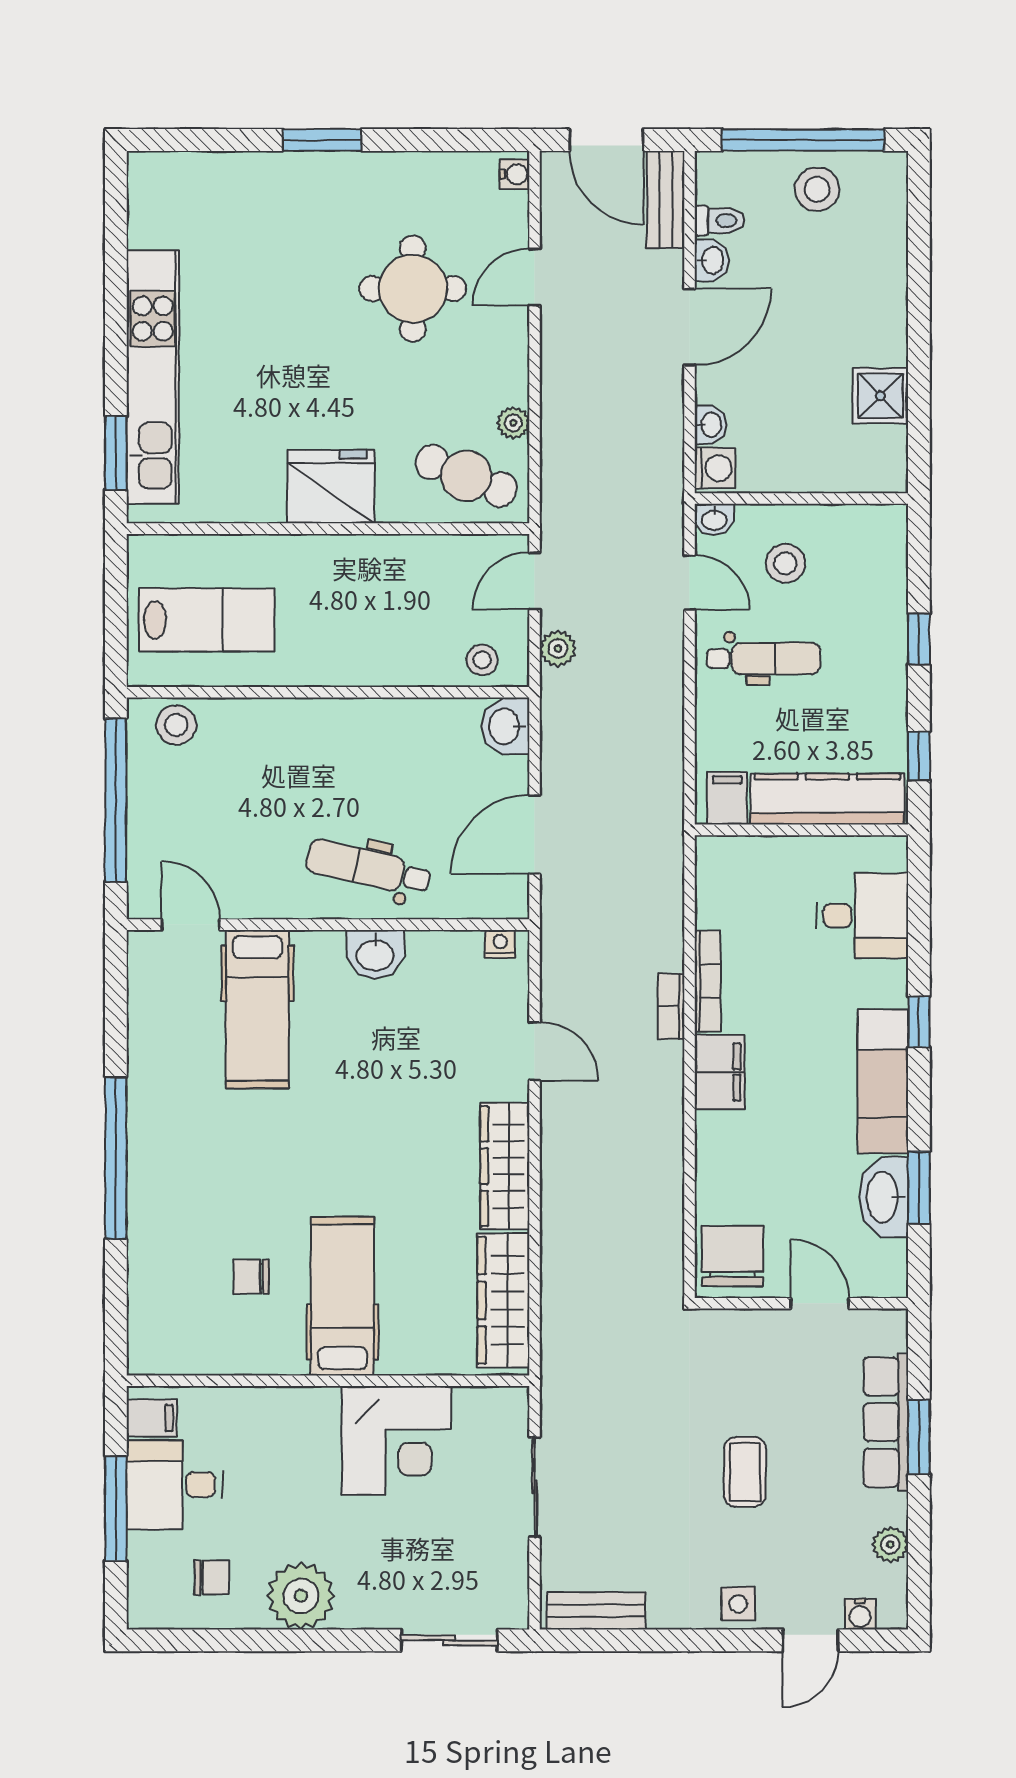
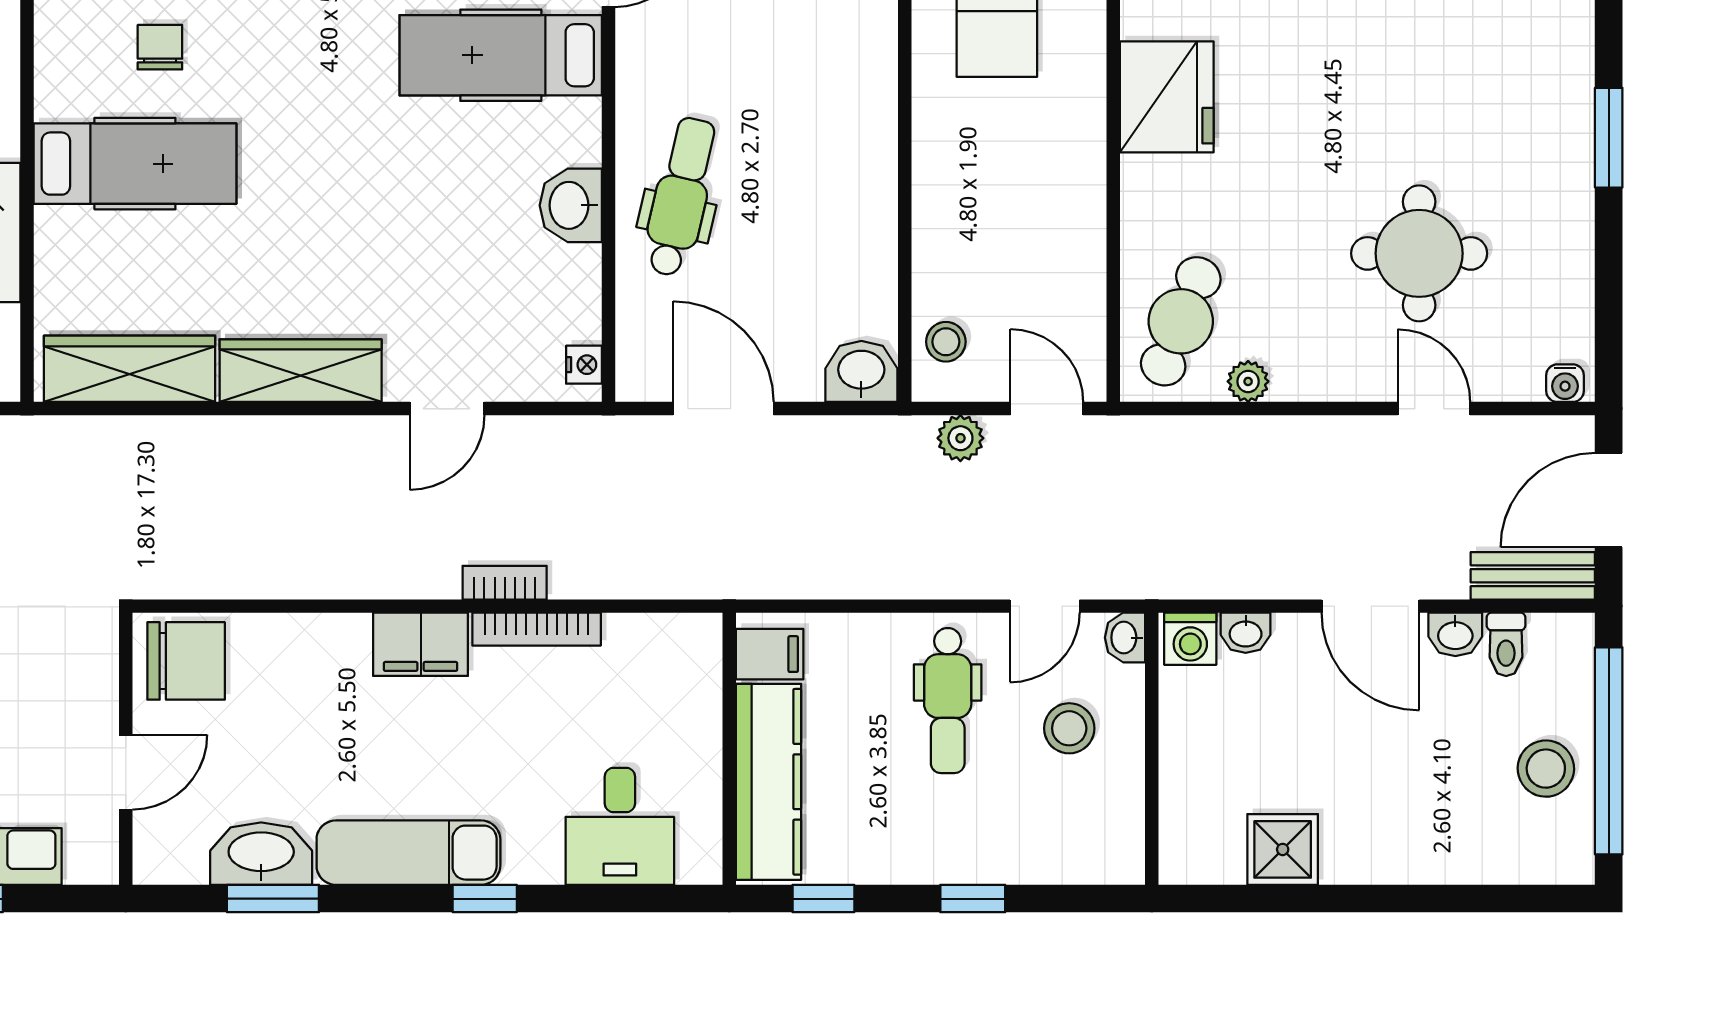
fridge: (331, 487) -> (1167, 97), moved

